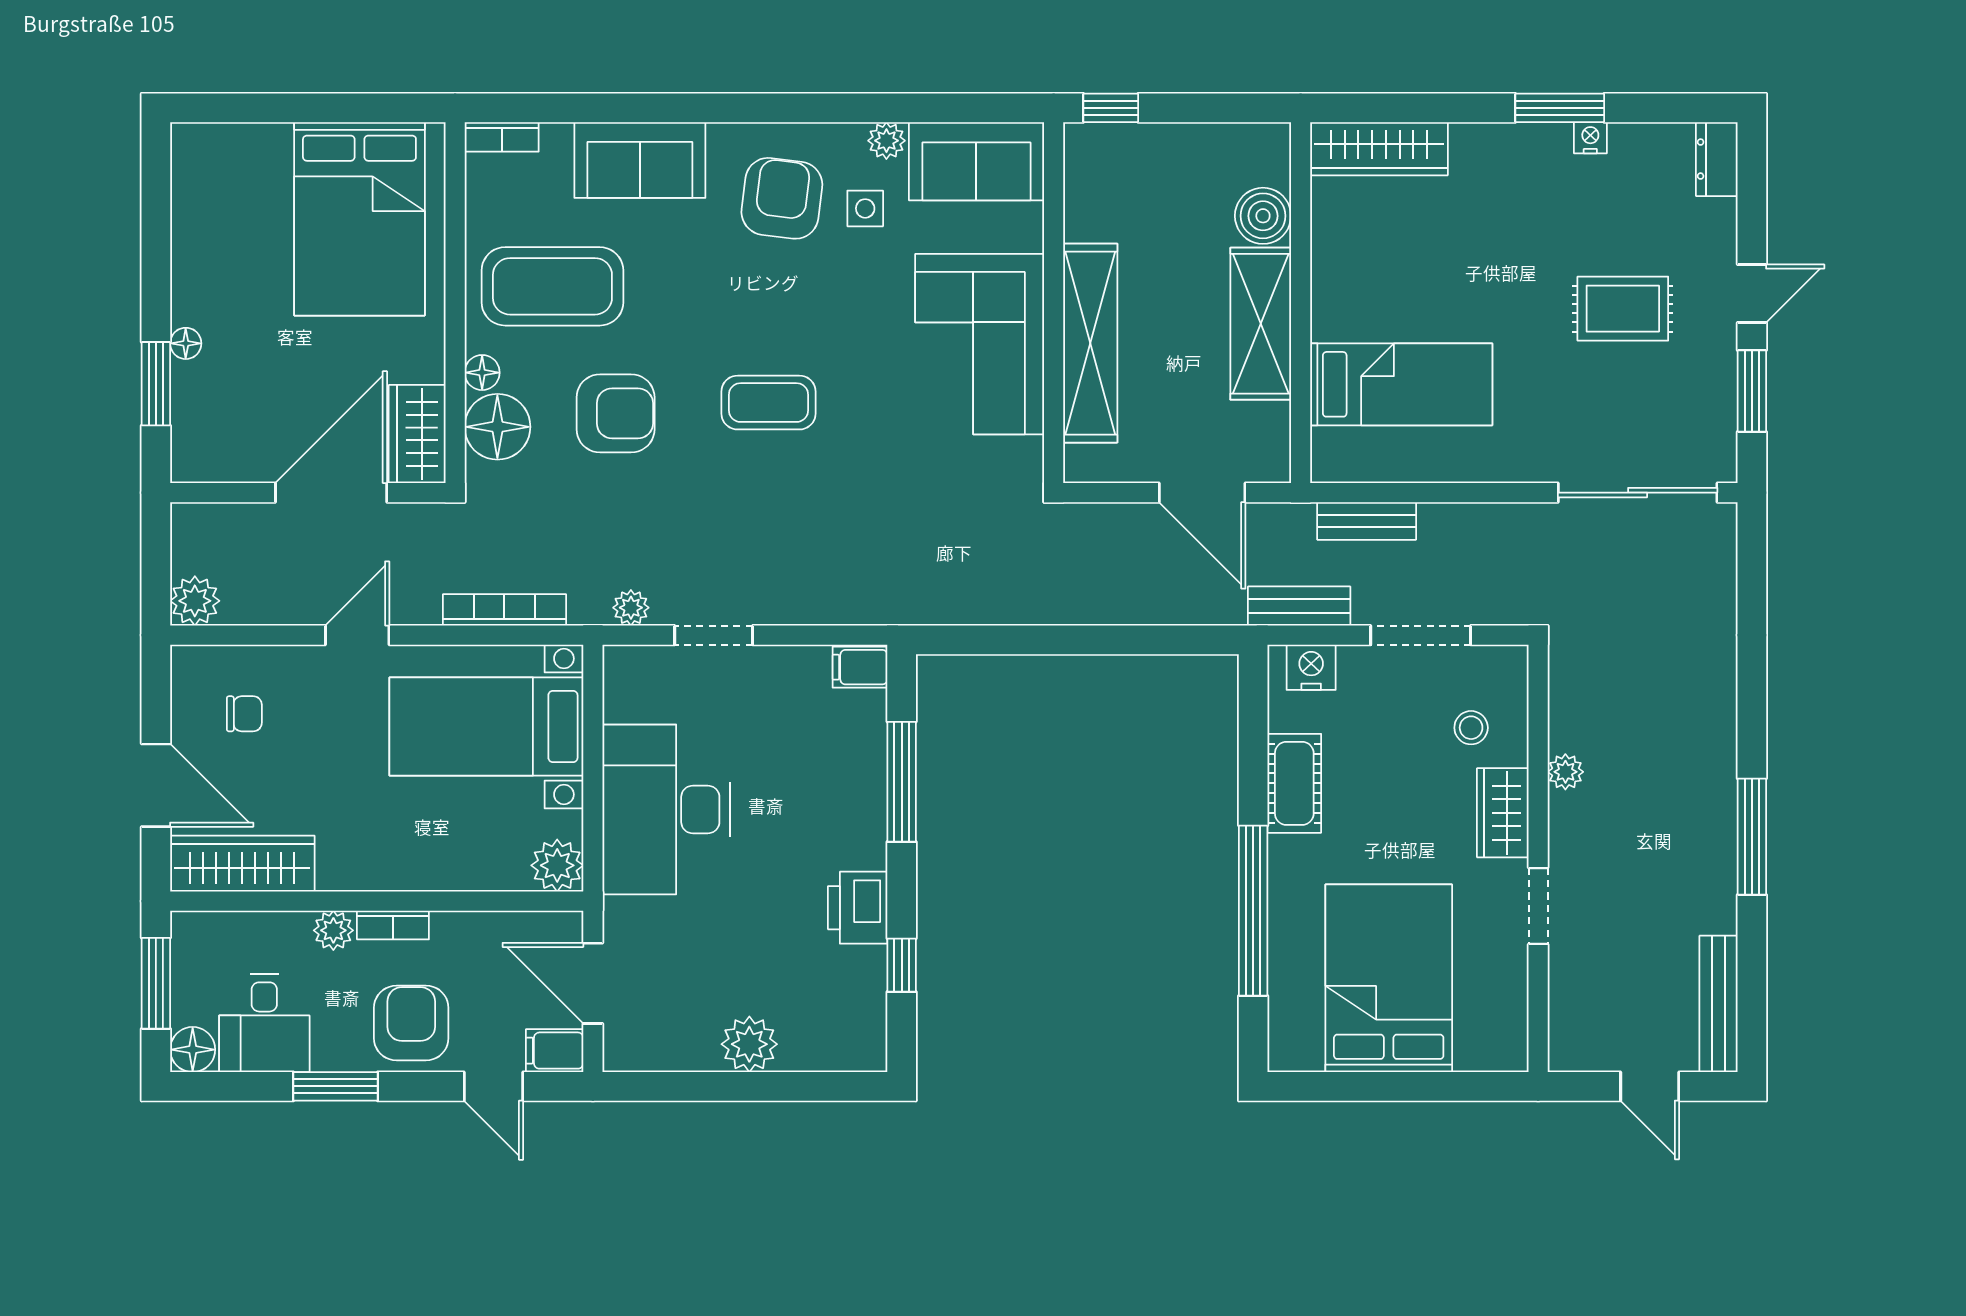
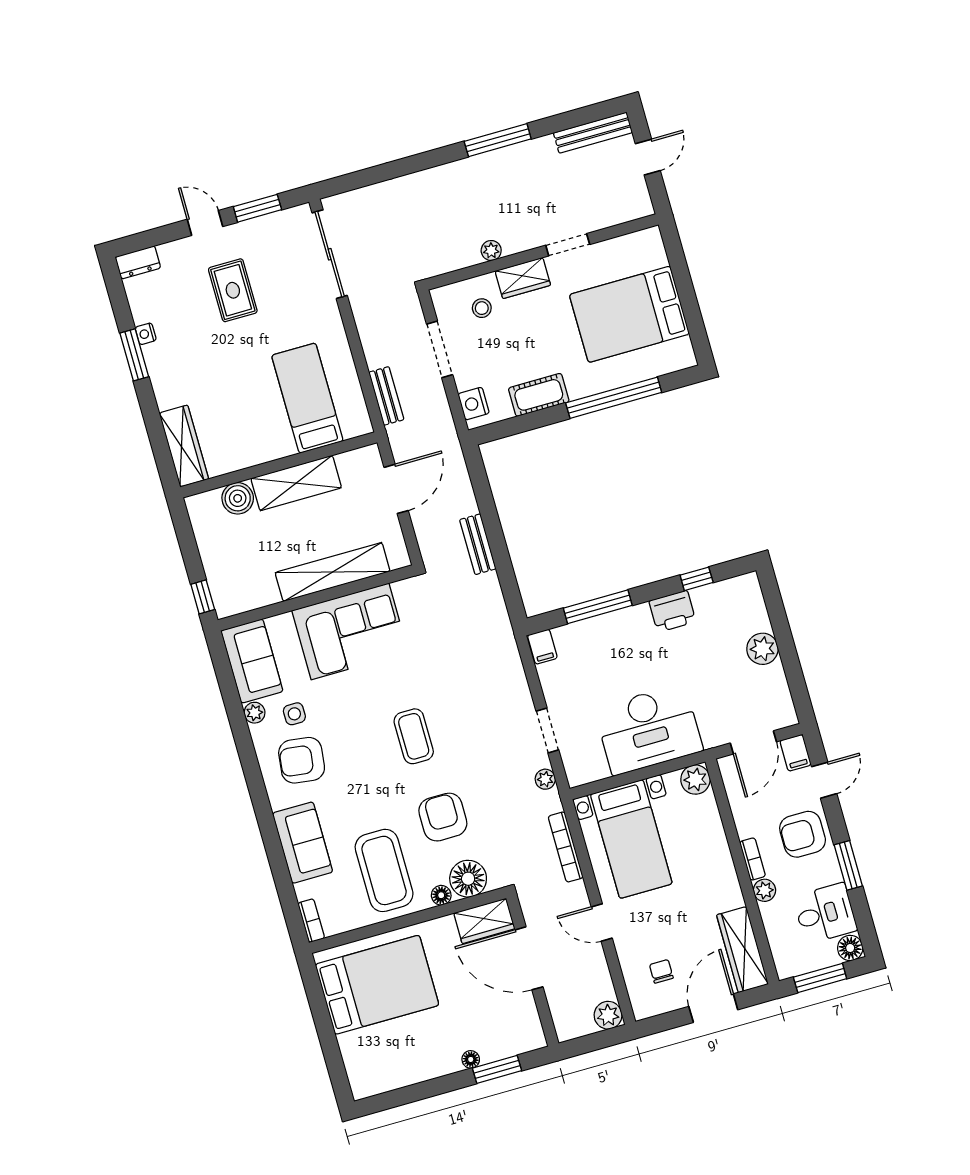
bench: (1299, 606) -> (478, 544), moved

